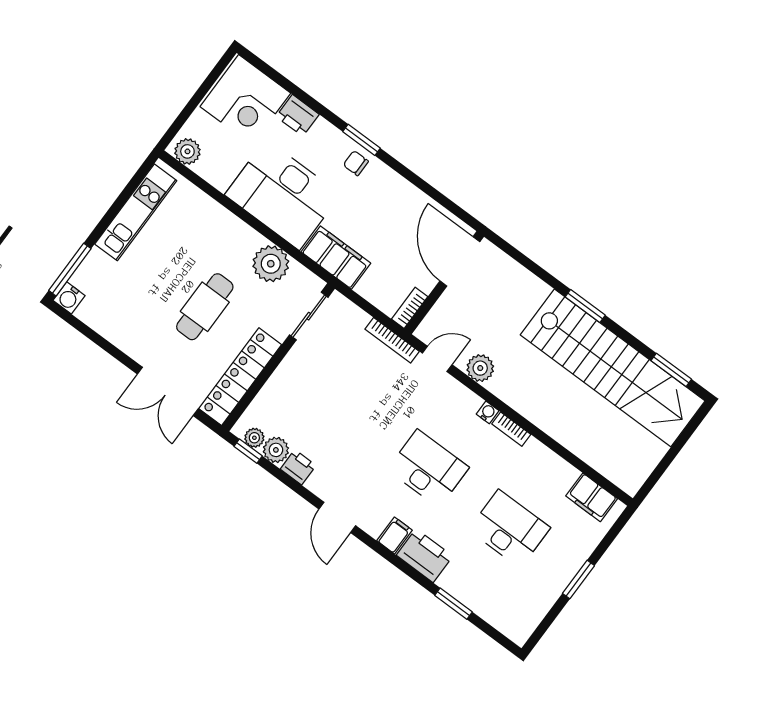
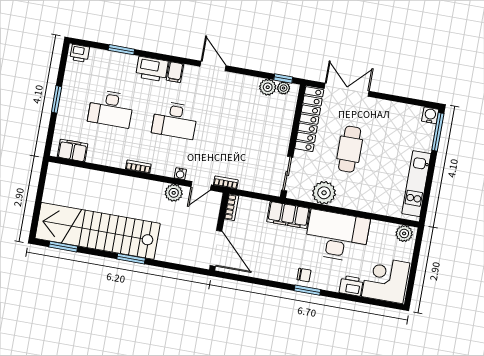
bookcase: (392, 340) -> (226, 182), width x0.64
water cooler: (488, 412) -> (180, 174), moved
printer: (298, 467) -> (80, 53), moved

